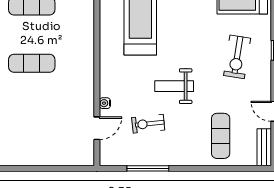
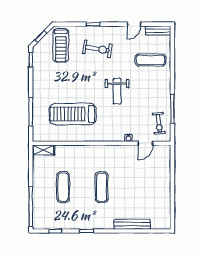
exercise bike: (148, 124) -> (159, 123), moved
door: (97, 128) -> (145, 143), swing flipped

